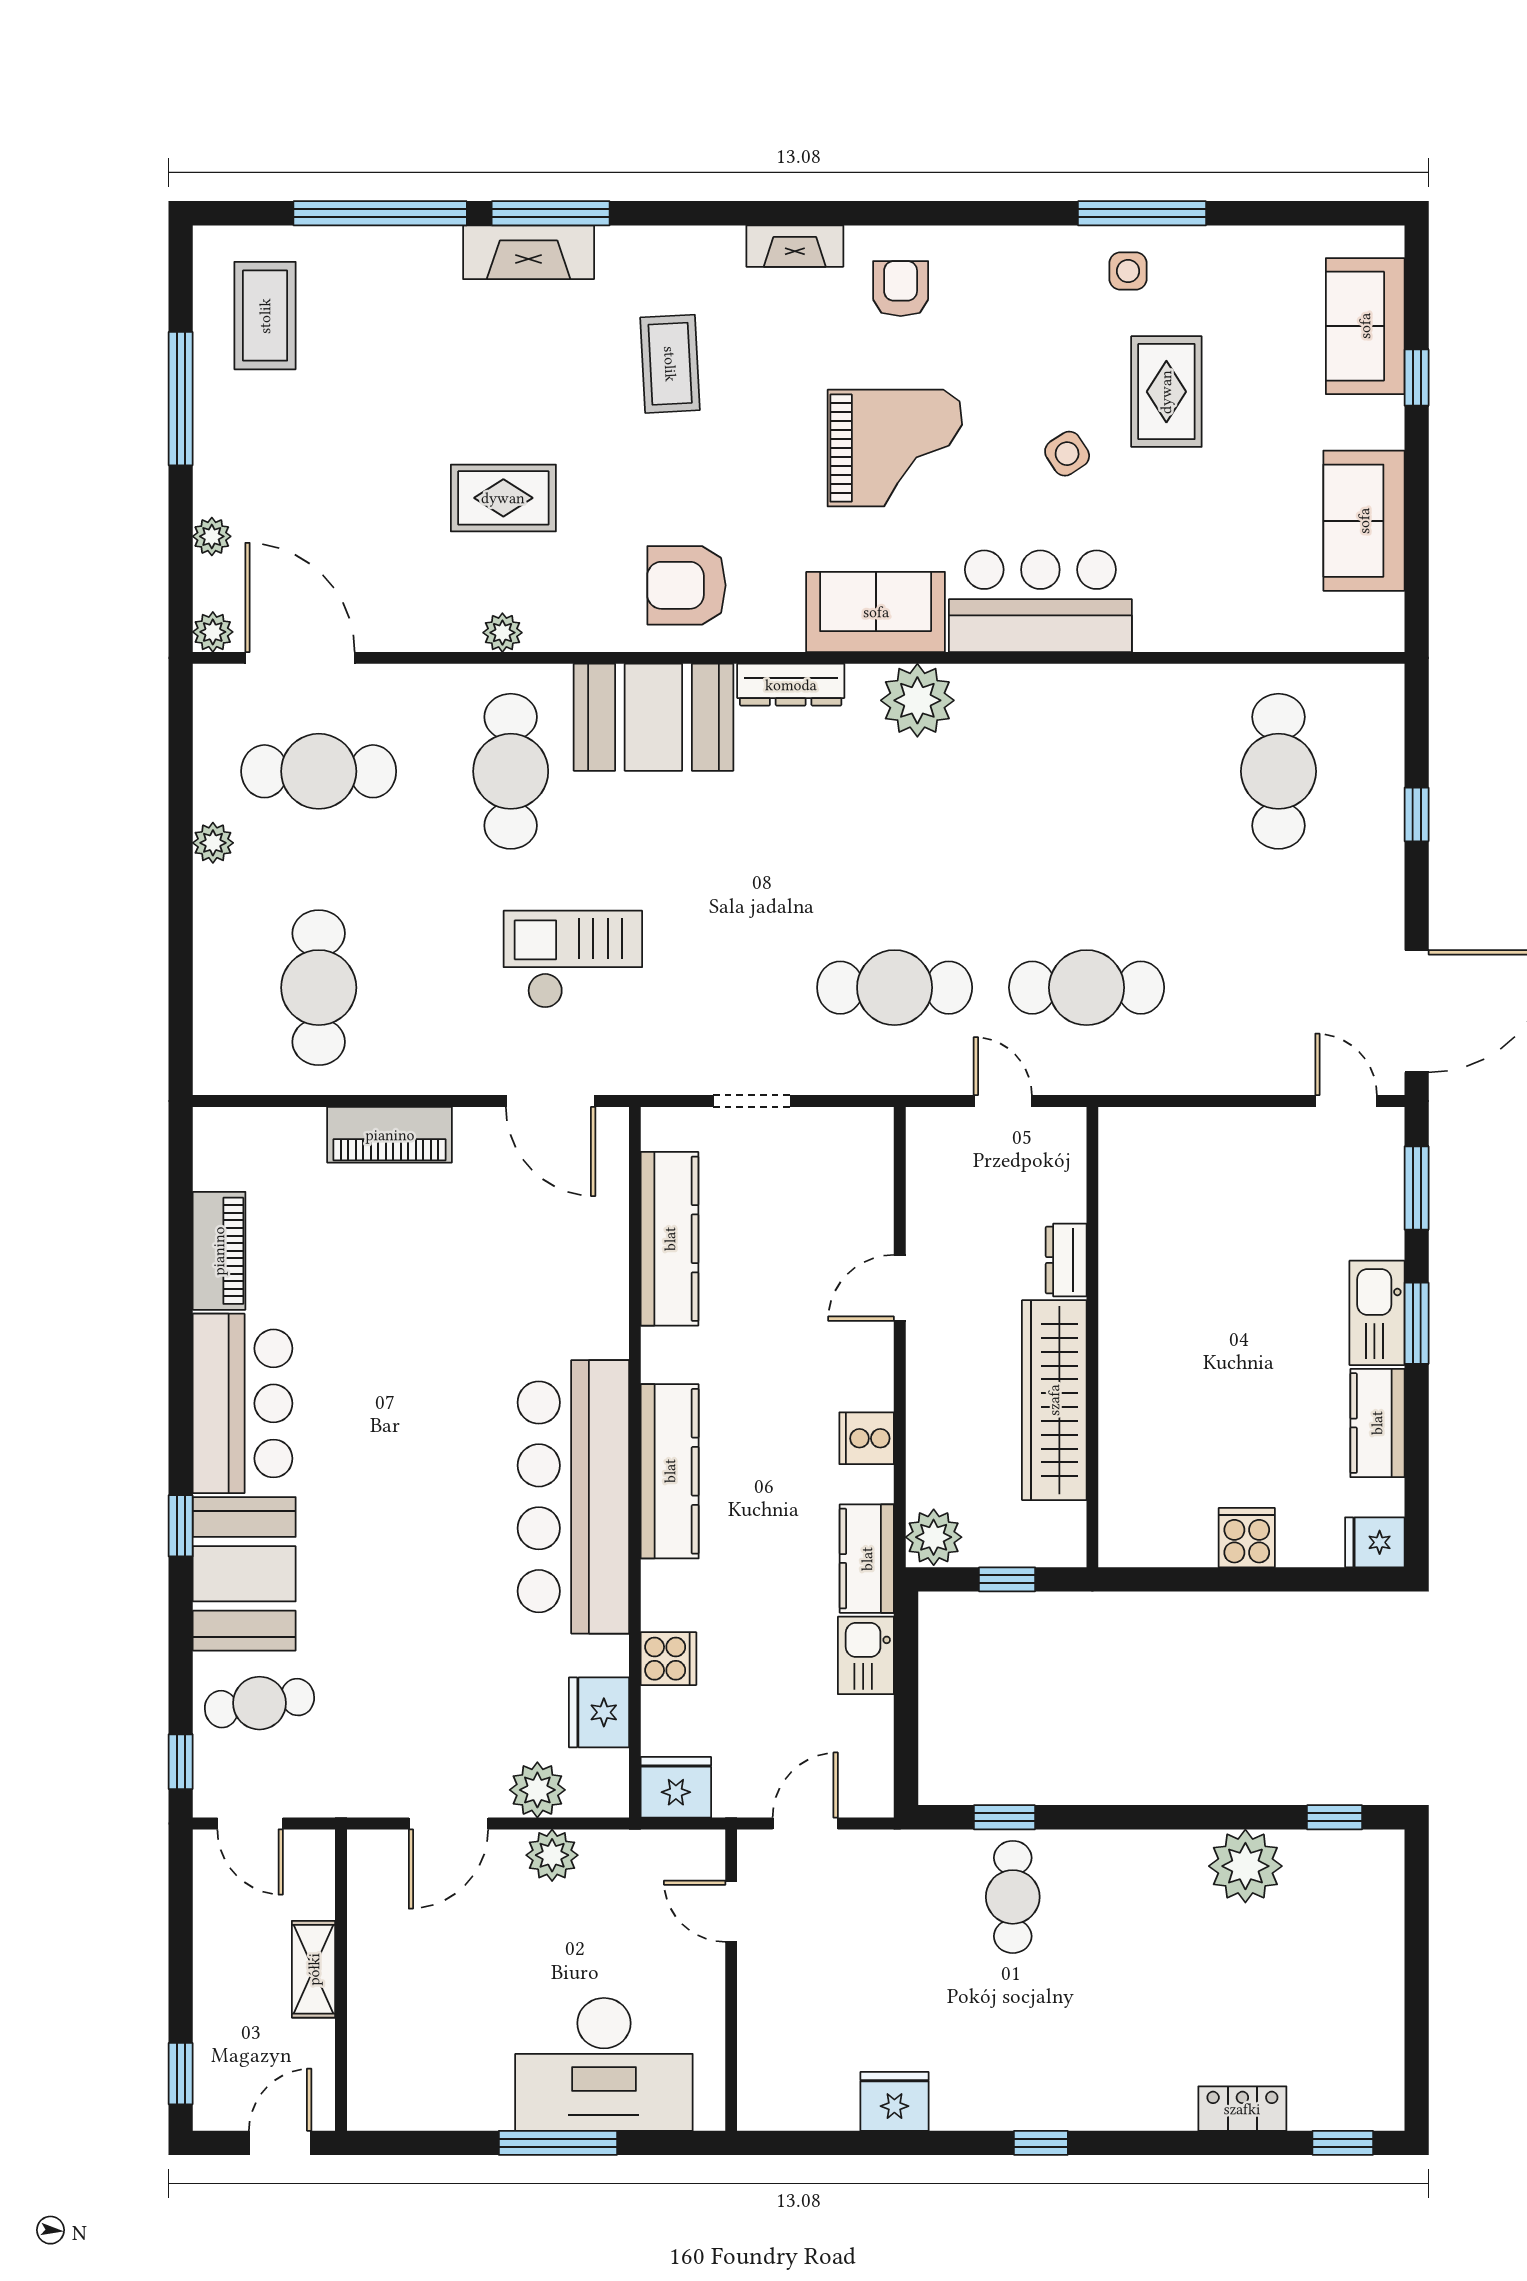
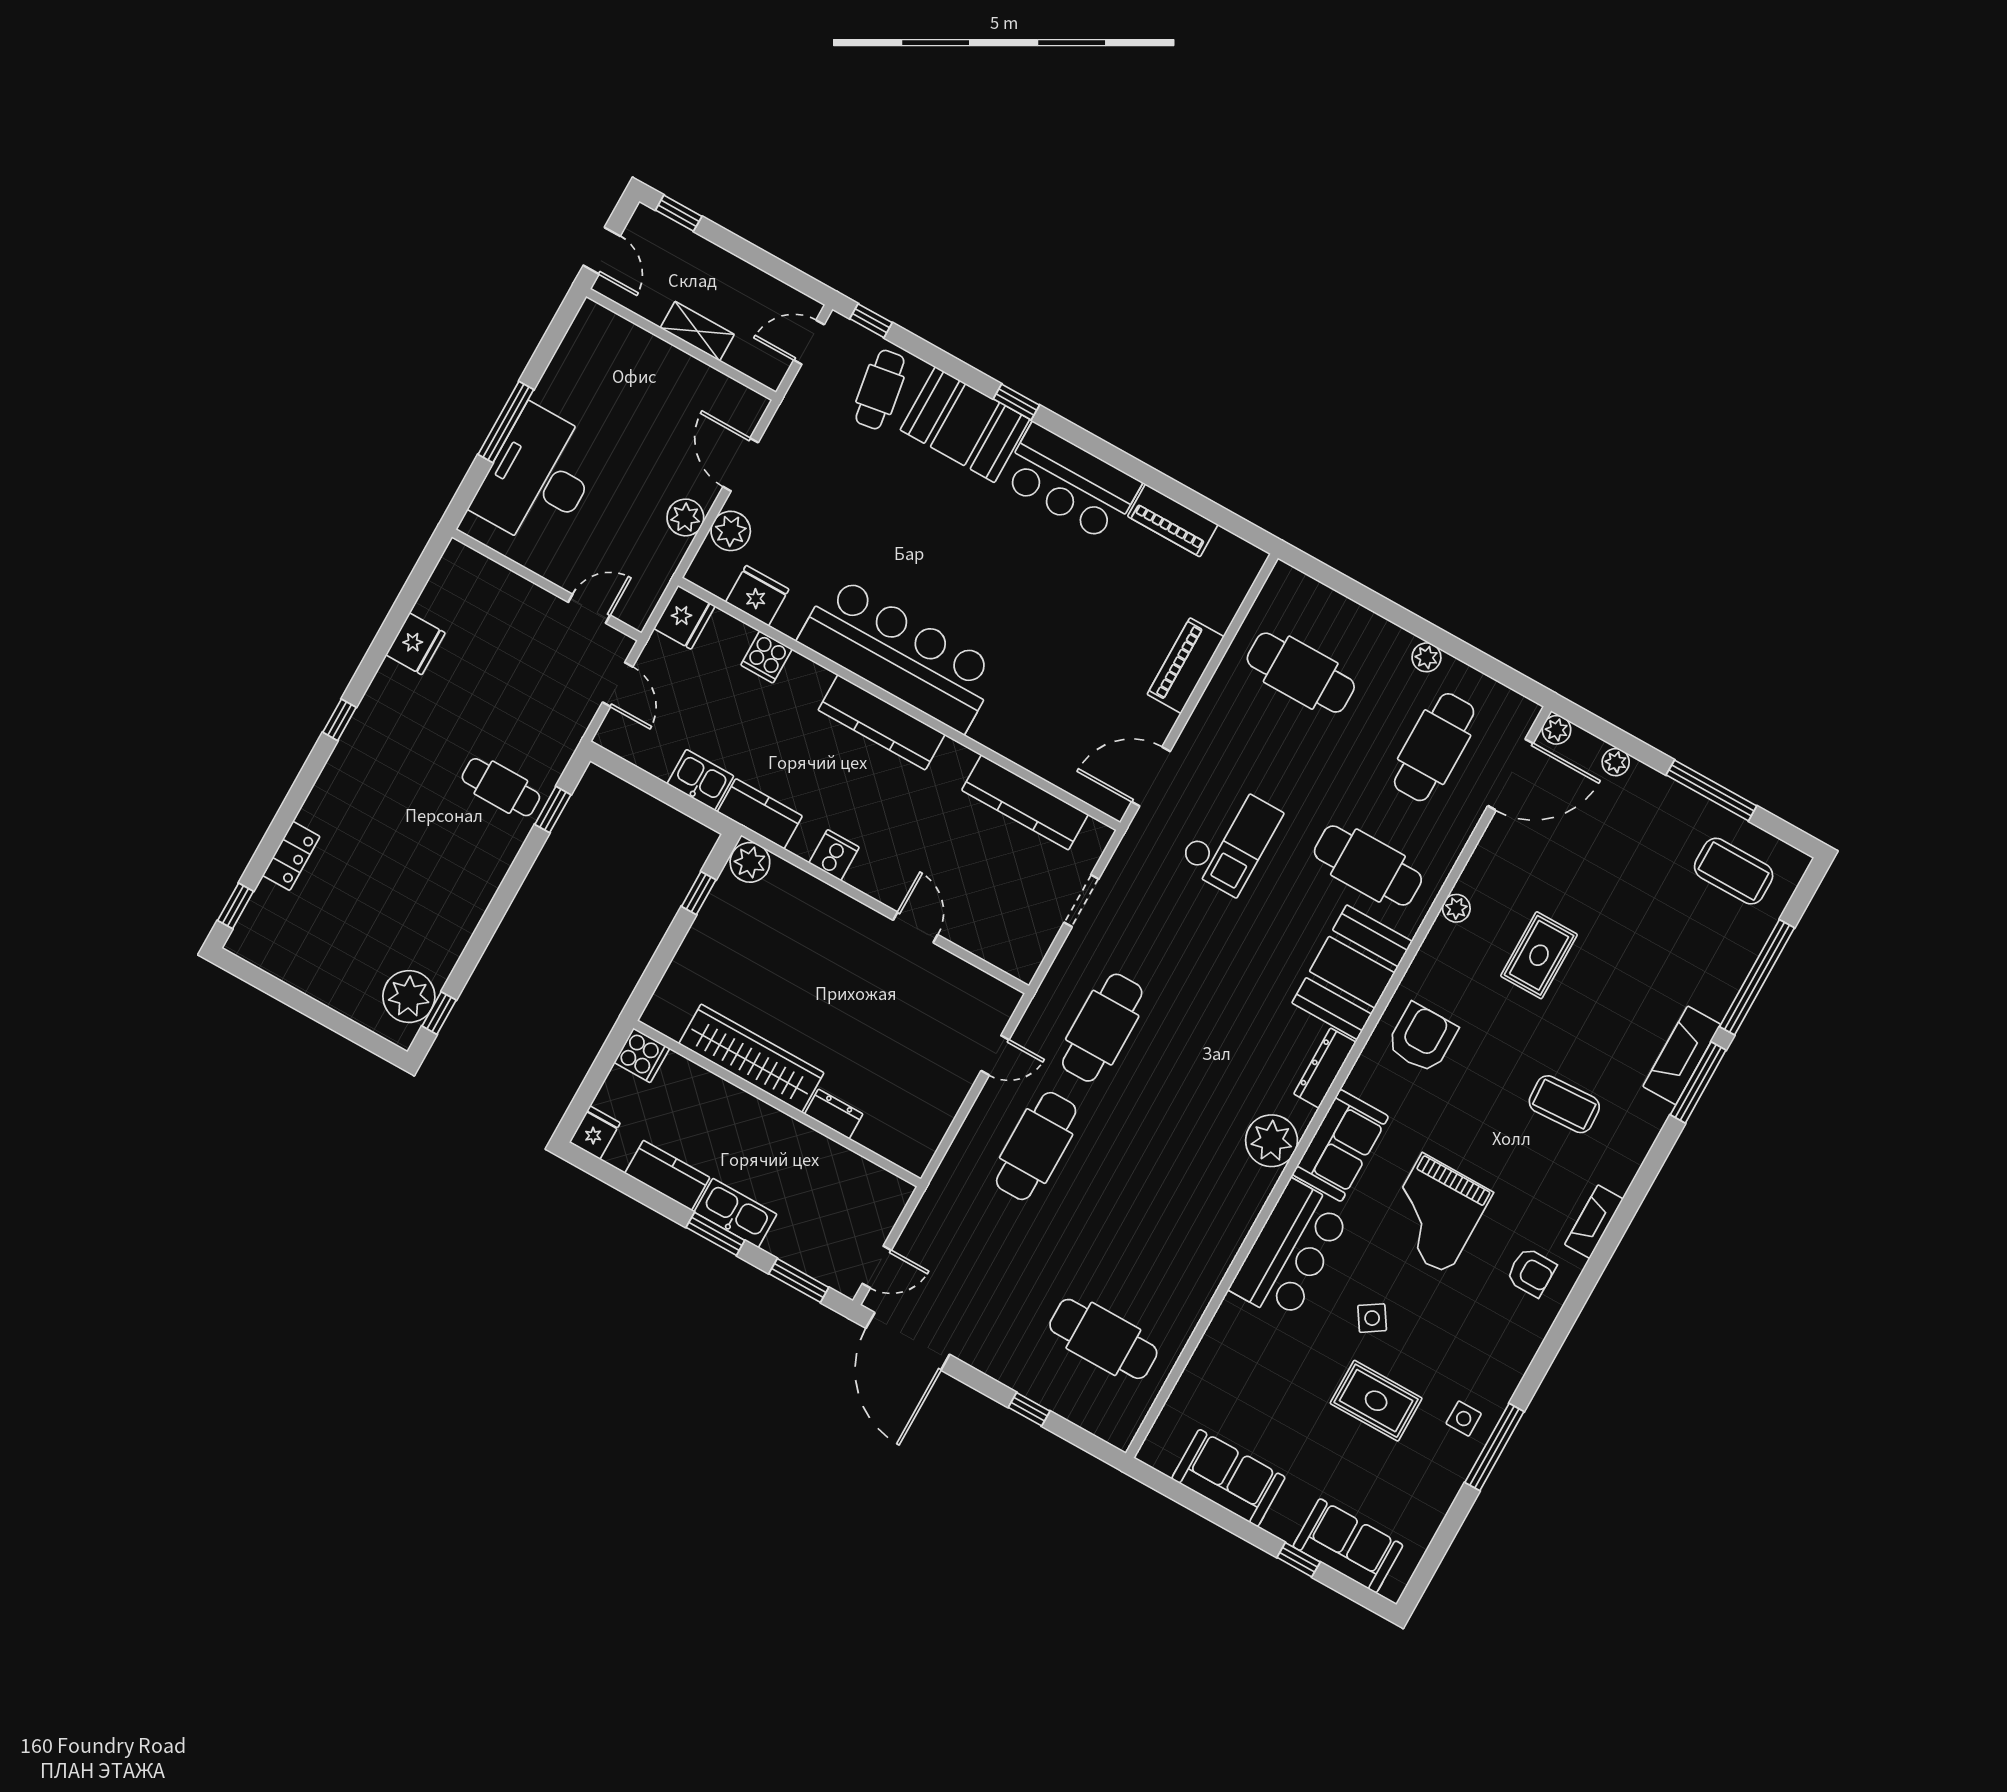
dresser: (1066, 1260) -> (834, 1114), moved
wall: (1092, 1337) -> (777, 1103), moved
wardrobe: (1054, 1400) -> (751, 1058), moved
plant: (1245, 1866) -> (409, 997), moved

